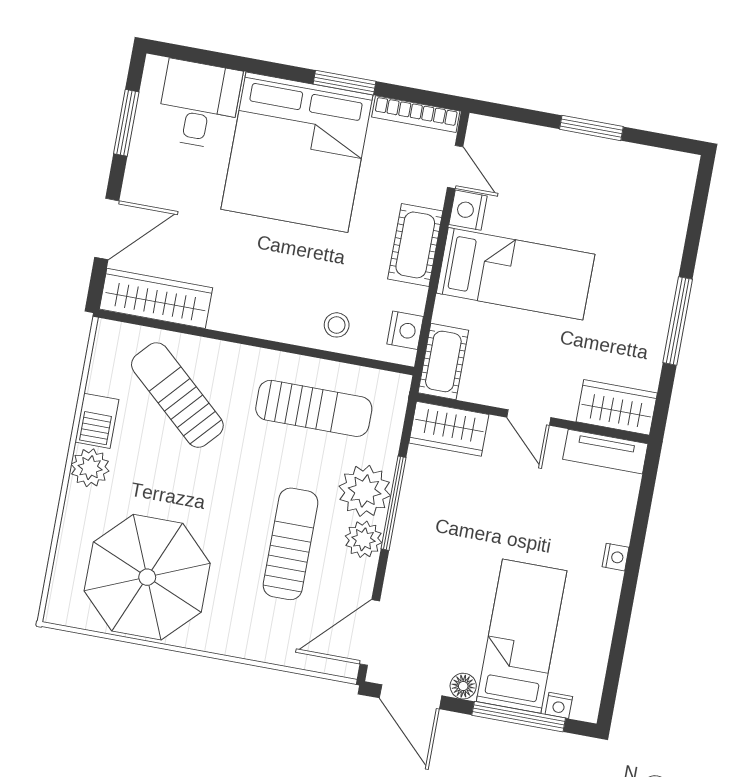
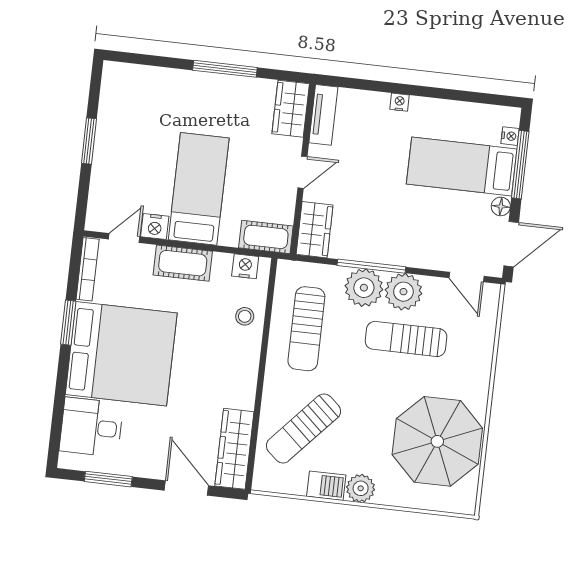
sun lounger: (314, 408) -> (306, 329), turned 180
plant: (363, 539) -> (403, 292), width x1.36, depth x1.36
door: (370, 633) -> (466, 277), width x0.73

